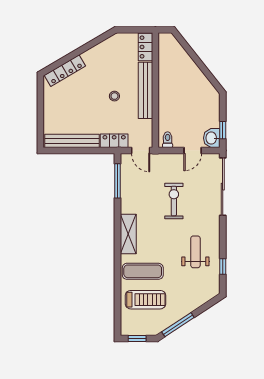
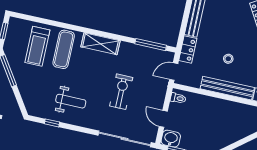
exercise bike: (174, 201) -> (121, 92), turned -90

